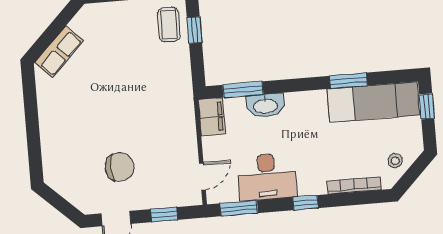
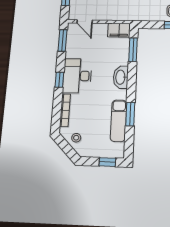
exam couch: (374, 102) -> (119, 121), width x0.73, depth x0.69
washbasin: (265, 106) -> (121, 77), moved
desk: (267, 177) -> (77, 76), moved

